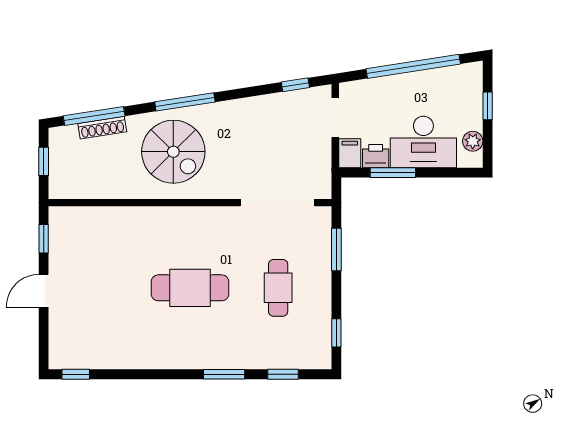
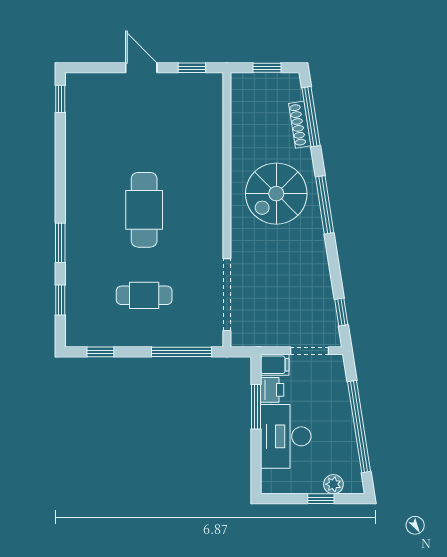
plant: (473, 141) -> (333, 484), moved
window: (336, 249) -> (181, 352), width x1.44

